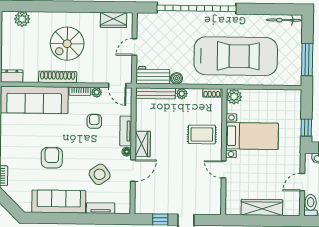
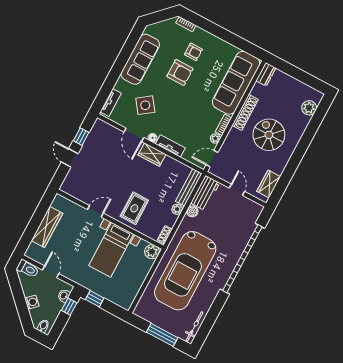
window: (307, 60) -> (162, 335), moved
armchair: (94, 121) -> (193, 52), moved
tv unit: (101, 208) -> (111, 102), moved

